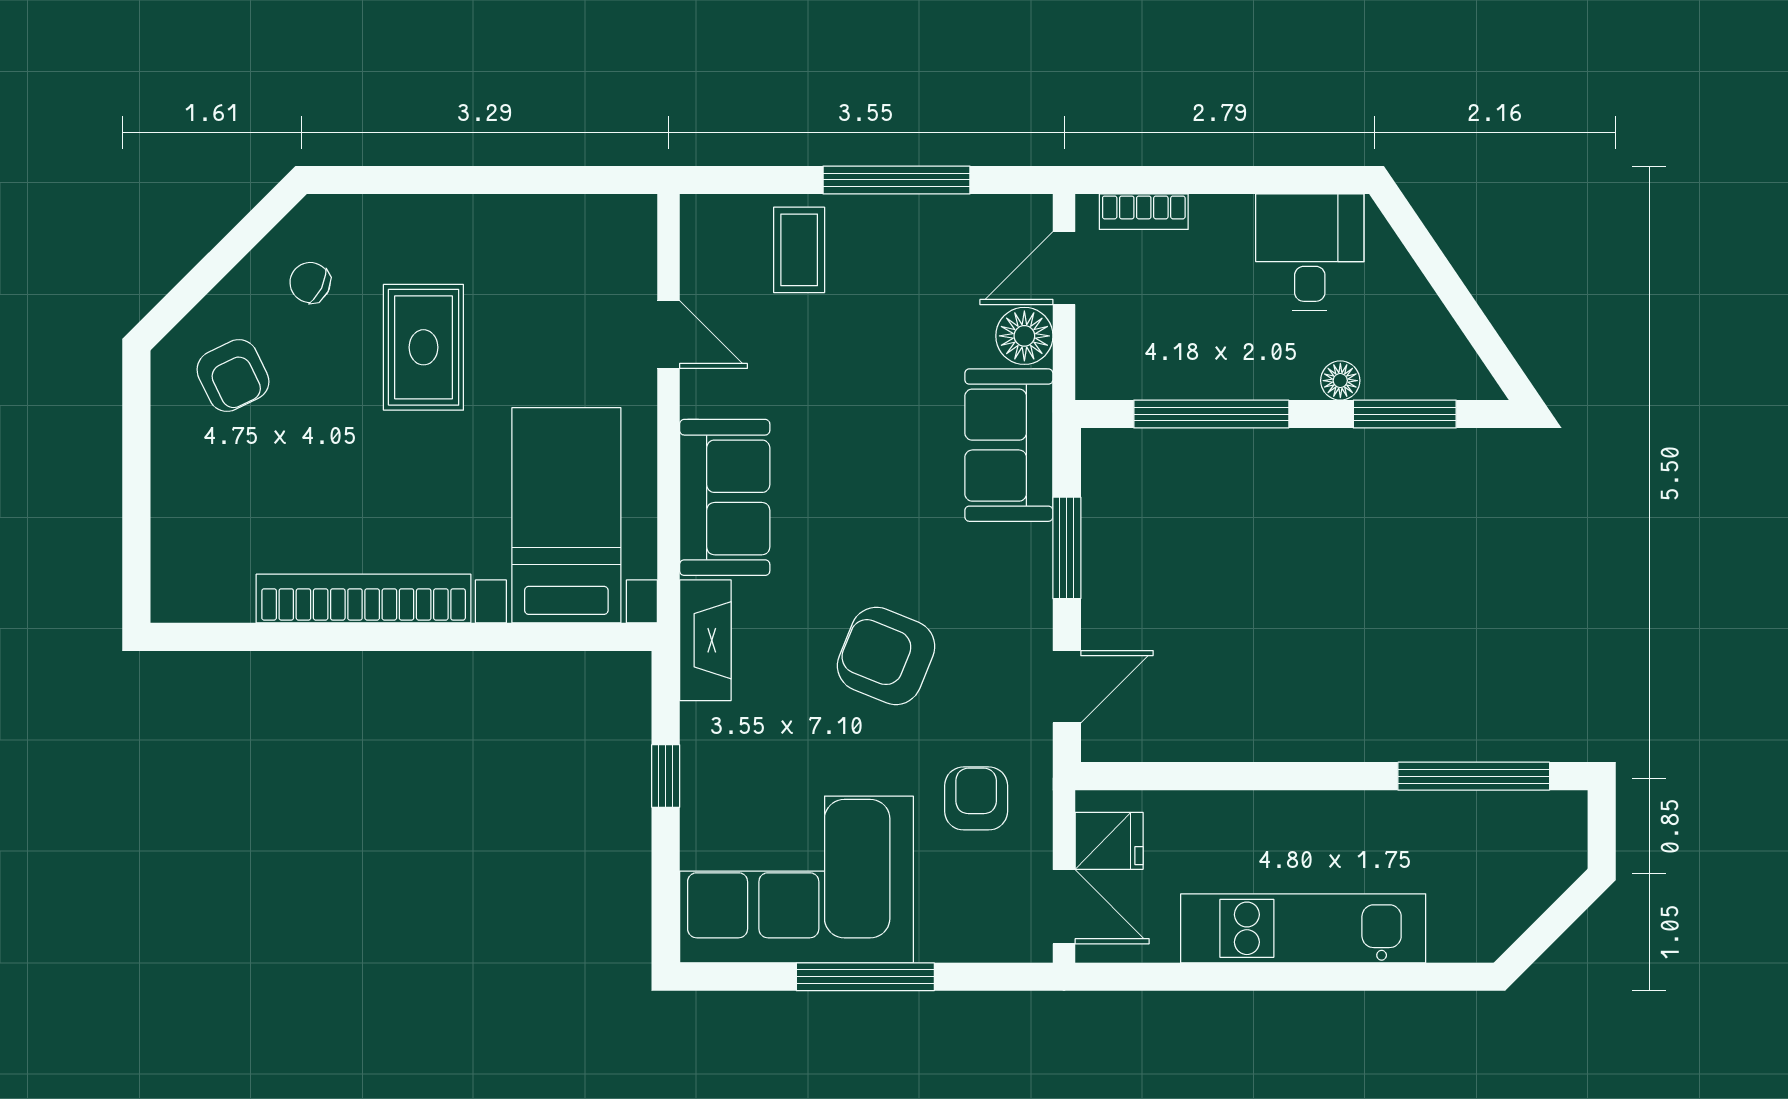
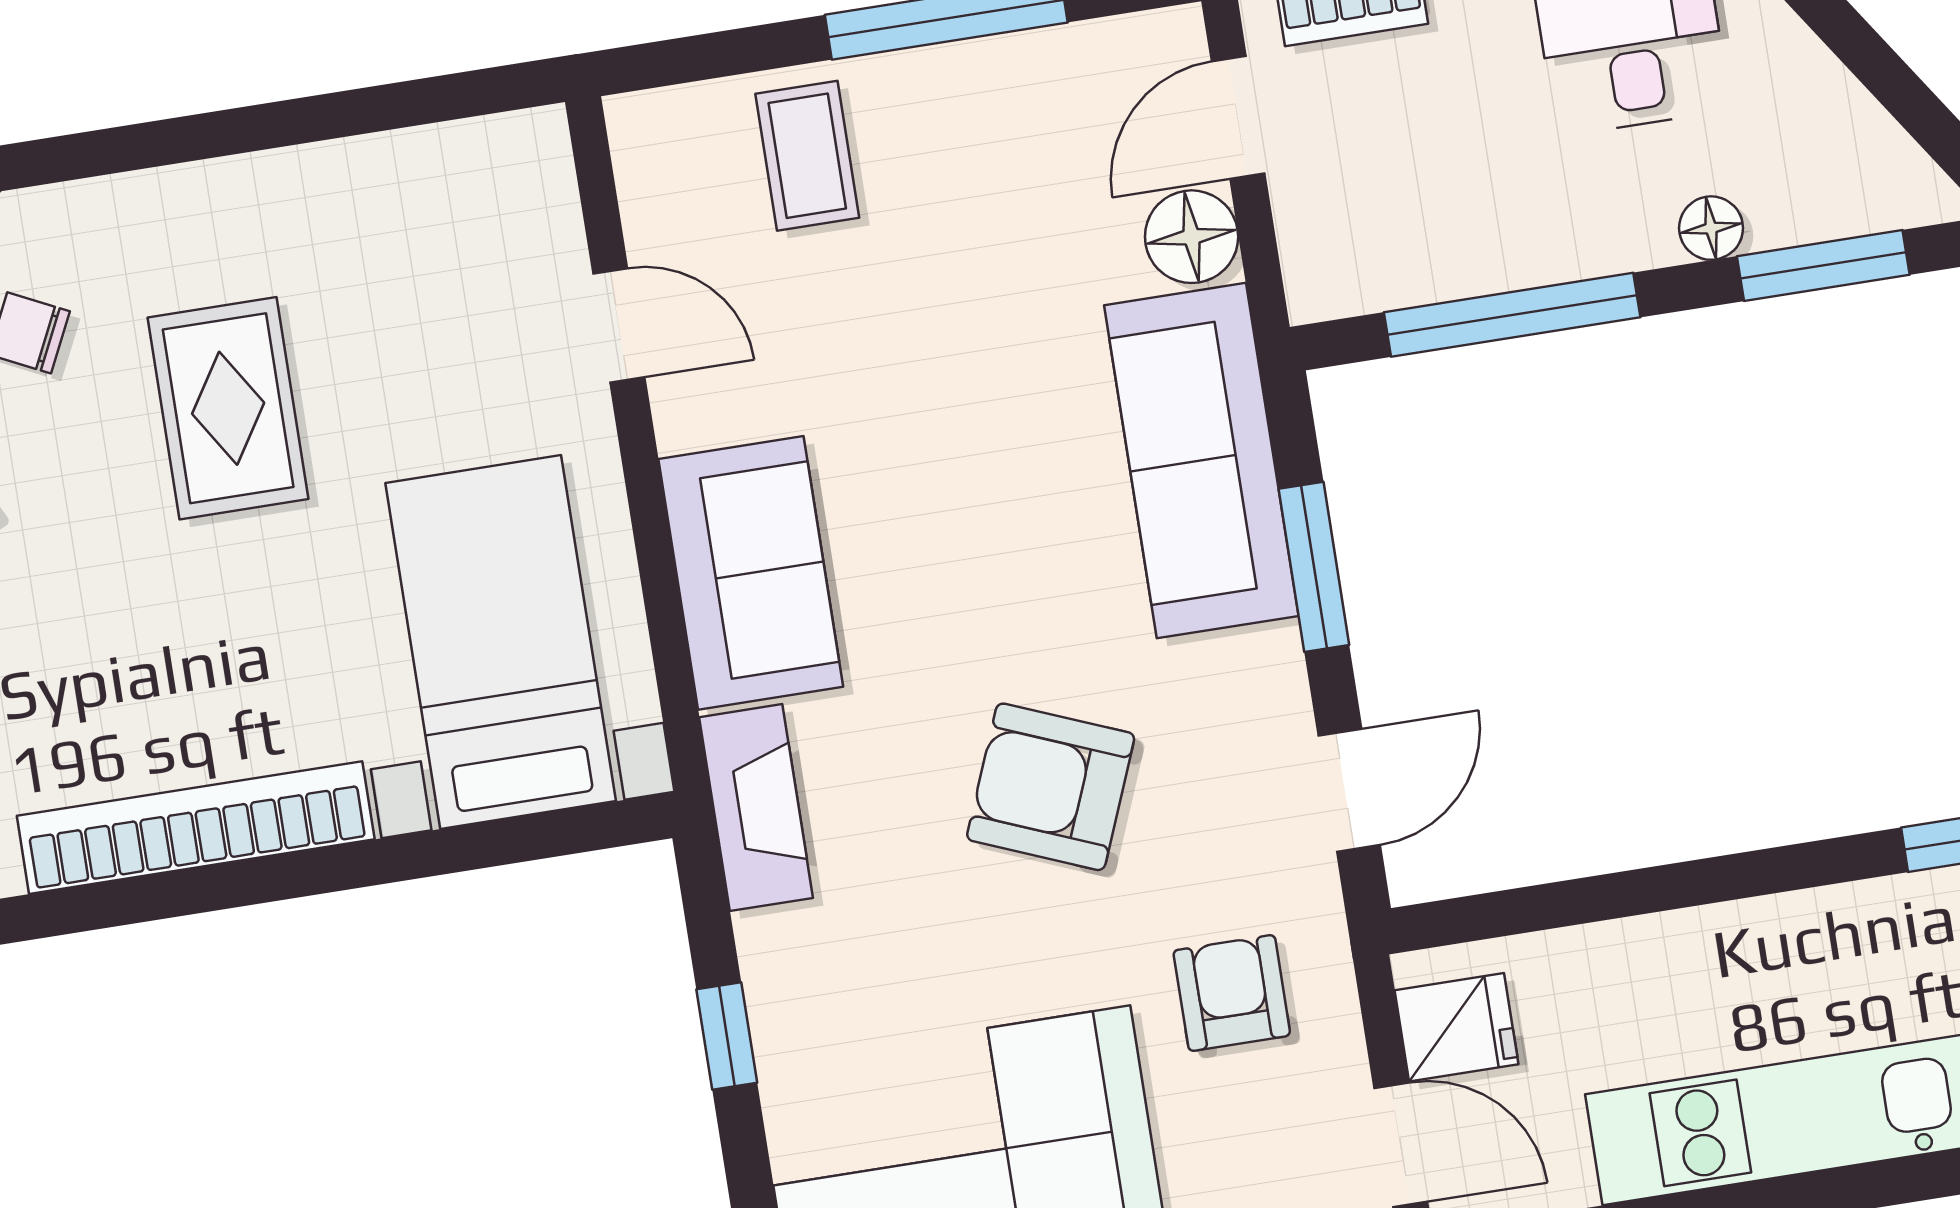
sofa: (1009, 445) -> (1201, 461), width x1.36

